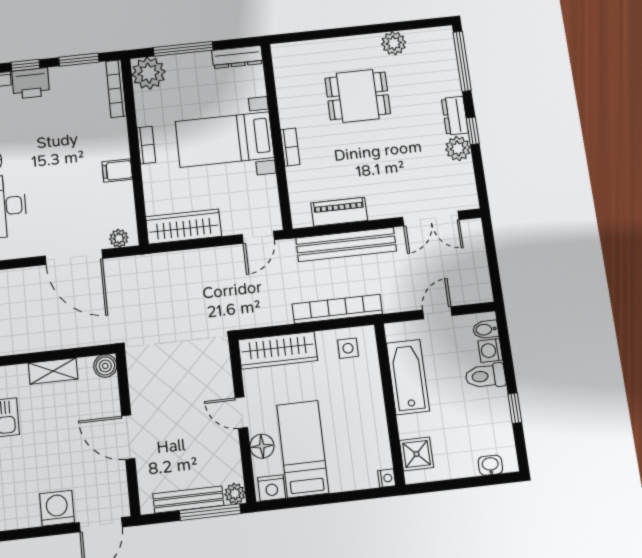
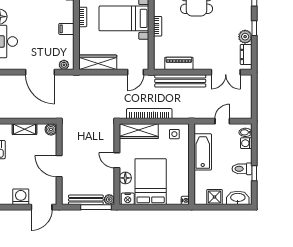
dresser: (455, 116) -> (246, 54), moved
bookcase: (337, 309) -> (149, 114), moved
toilet: (485, 376) -> (242, 169), moved
bed: (303, 449) -> (151, 182), width x1.50
shower: (416, 454) -> (214, 197), moved
washbasin: (490, 465) -> (238, 198), width x1.91, depth x1.45

